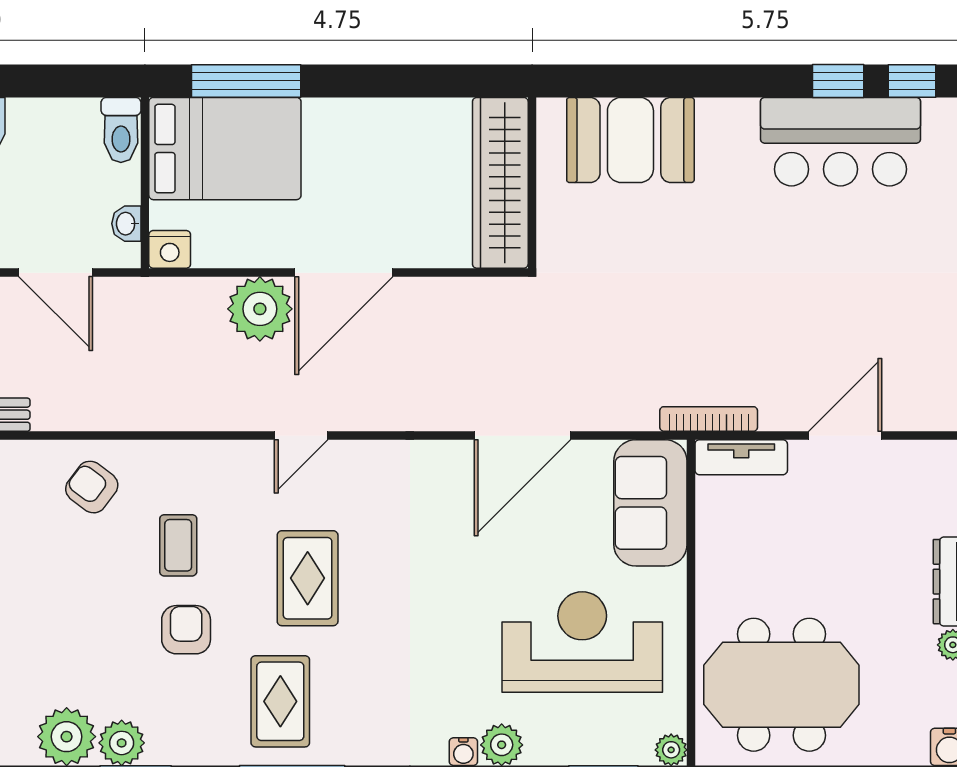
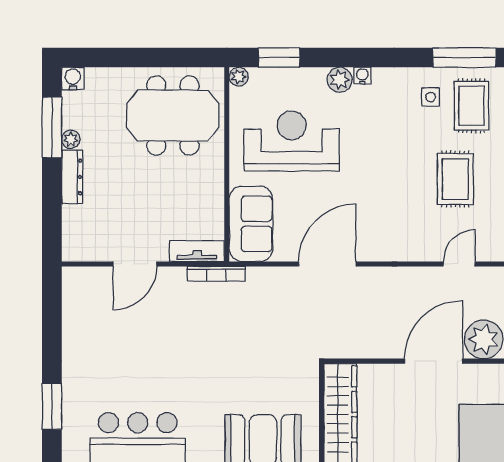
reception desk: (582, 642) -> (292, 141), turned 180
side table: (349, 716) -> (431, 97), added

